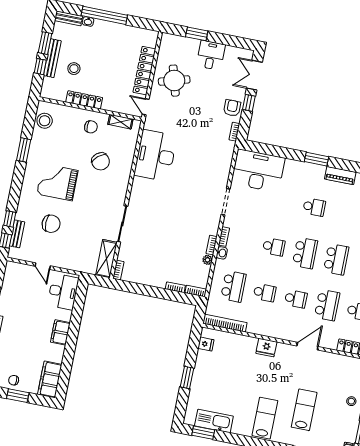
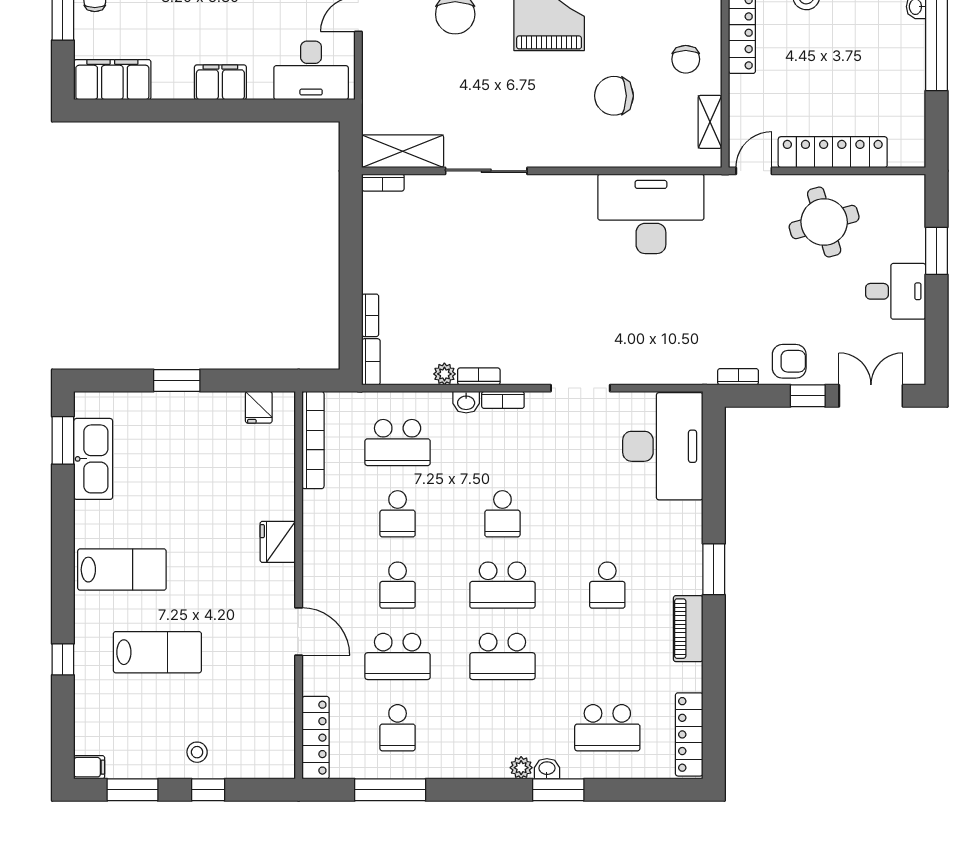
chair: (101, 161) -> (614, 96), turned 40

